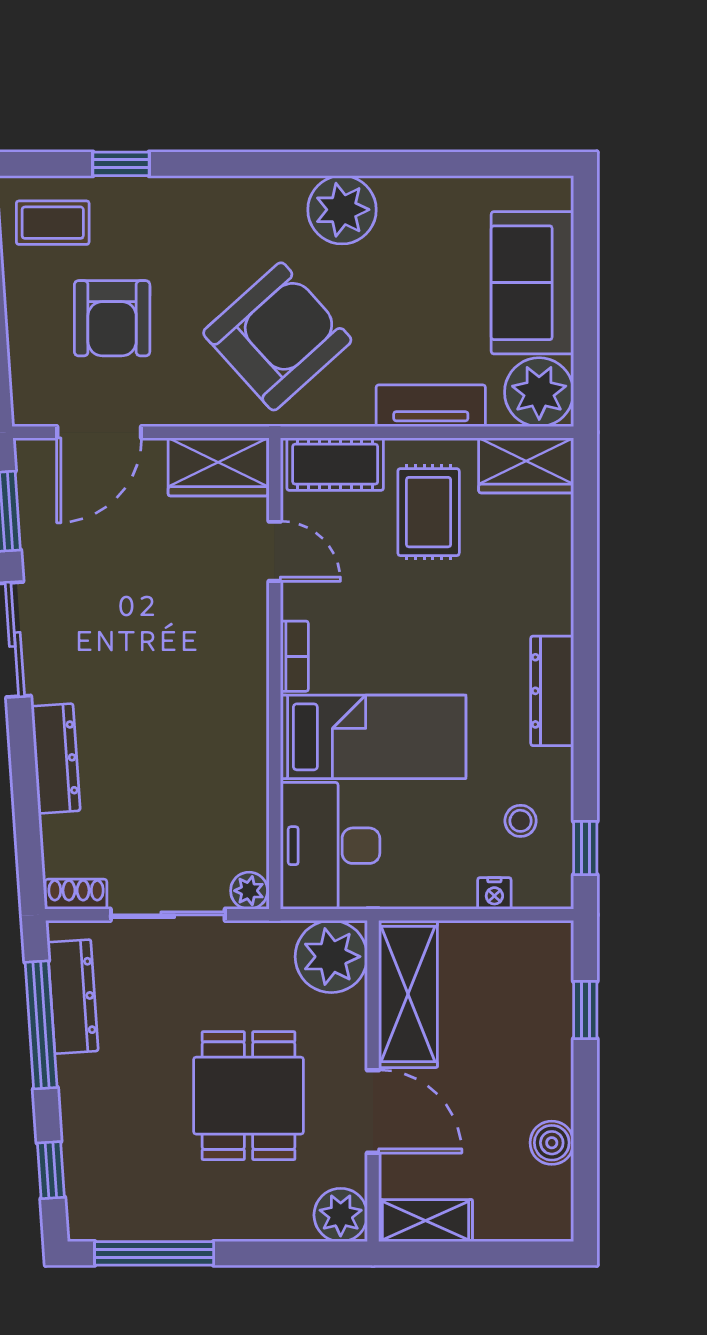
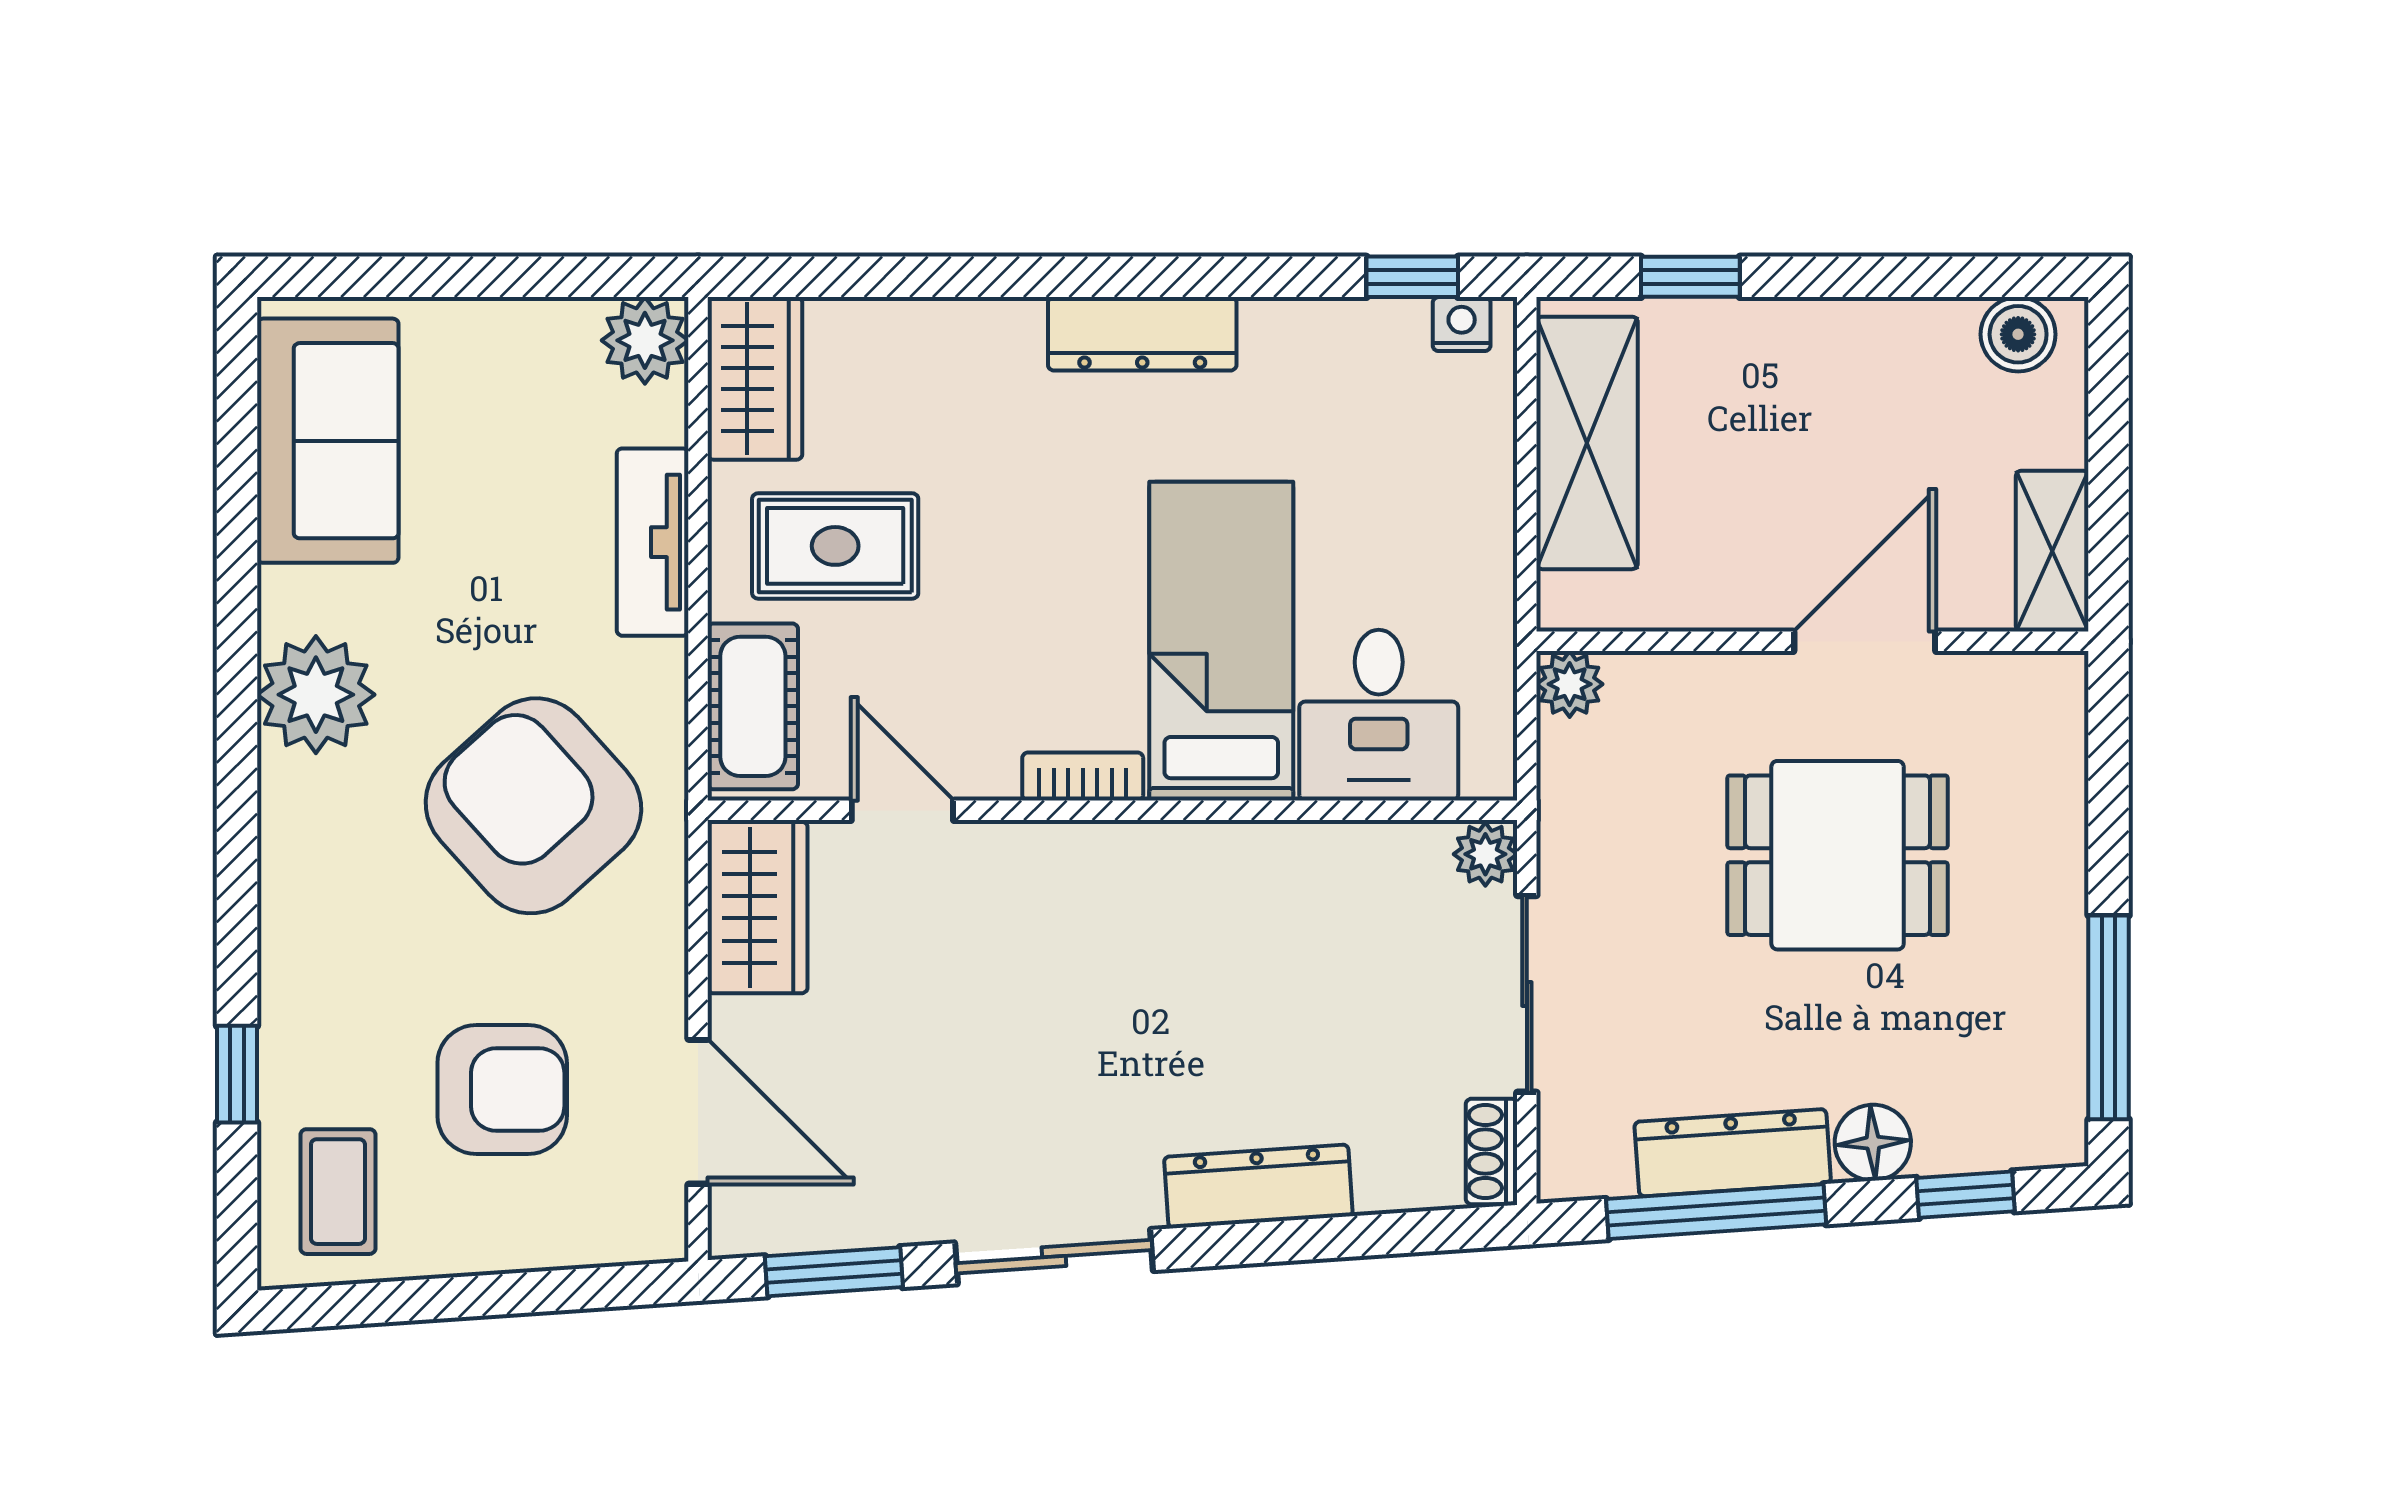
sofa: (532, 283) -> (328, 441), moved, turned -90
plant: (539, 392) -> (645, 340), width x0.73, depth x0.73
door: (275, 551) -> (902, 810), hinge flipped
stool: (521, 821) -> (1366, 388), removed
desk: (330, 846) -> (1379, 715), width x0.73
nightstand: (494, 893) -> (1462, 324), moved, turned -90
plant: (331, 957) -> (1570, 684), width x0.53, depth x0.53
shelving: (408, 994) -> (1587, 443), moved, turned 90
dresser: (73, 997) -> (1733, 1153), moved
floor lamp: (81, 1116) -> (1873, 1143), added
boiler: (552, 1143) -> (2018, 334), moved
plant: (341, 1215) -> (2043, 697), removed

